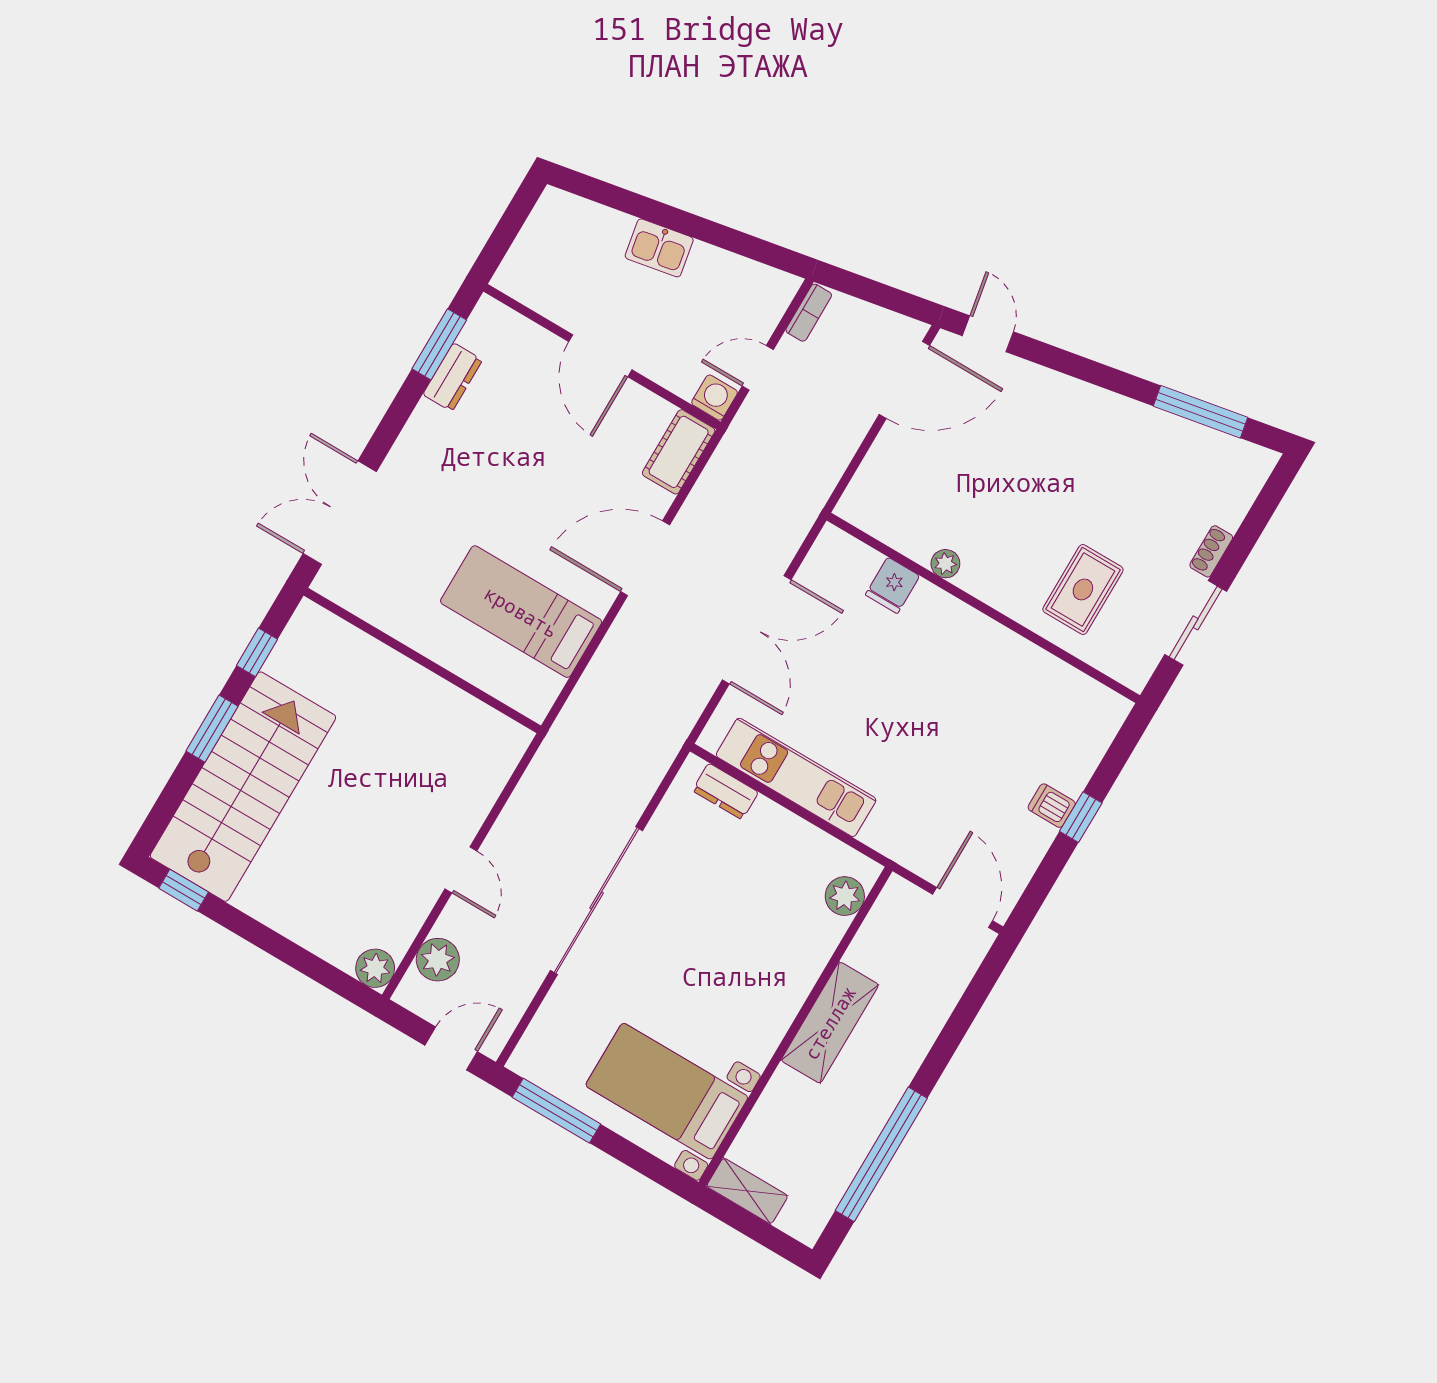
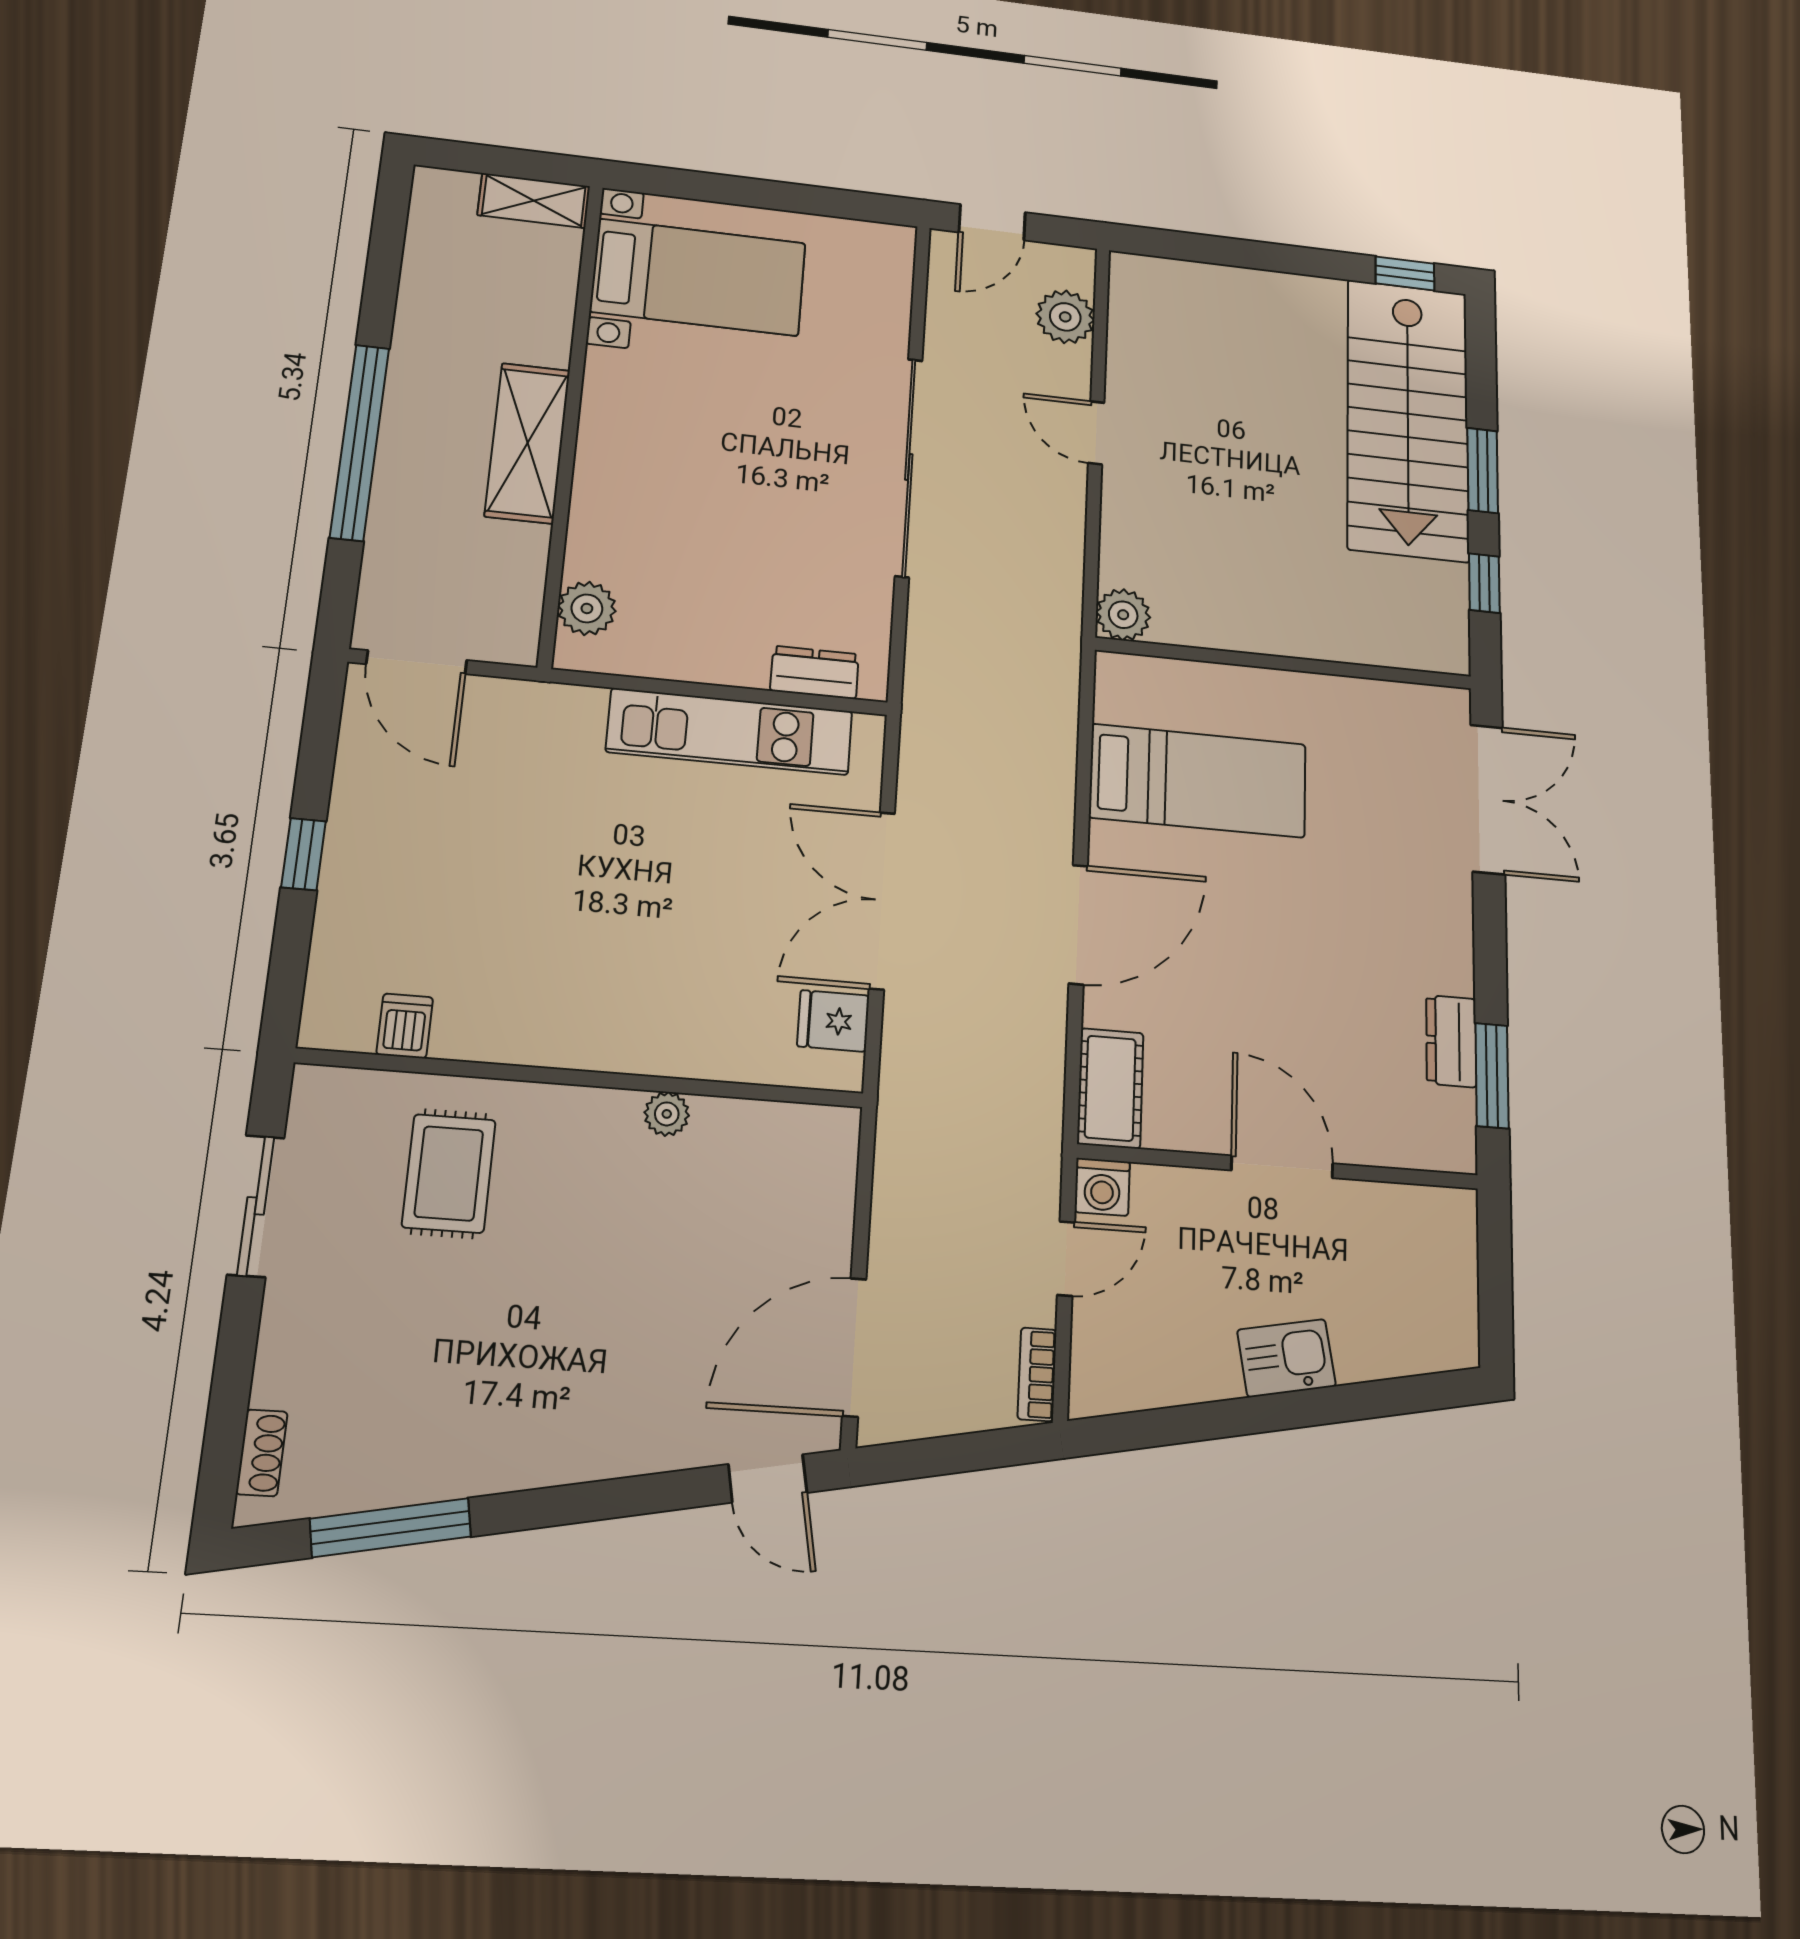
shoe rack: (1211, 551) -> (262, 1453), moved
fridge: (893, 585) -> (833, 1021), moved, turned -90
dishwasher: (1052, 806) -> (405, 1026), moved, turned -90
plant: (375, 968) -> (1123, 615), moved
window: (556, 1111) -> (825, 202), removed
window: (881, 1154) -> (360, 442), moved

